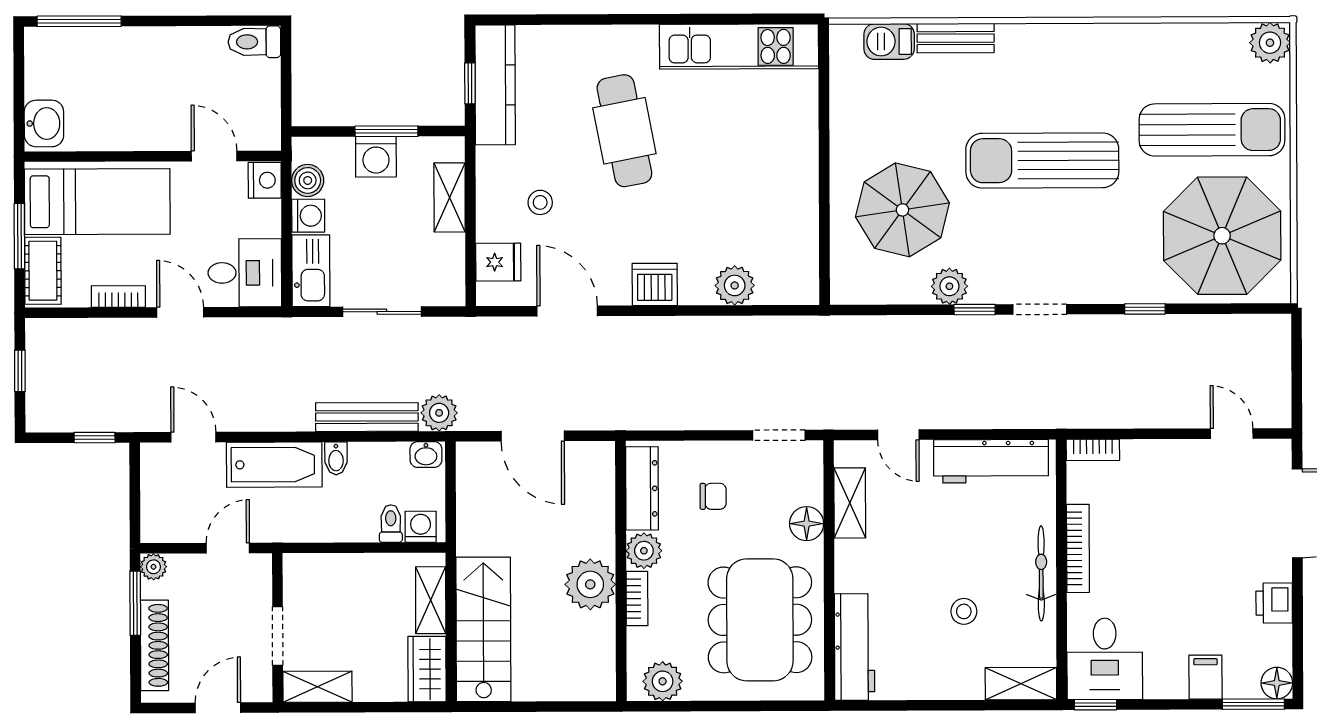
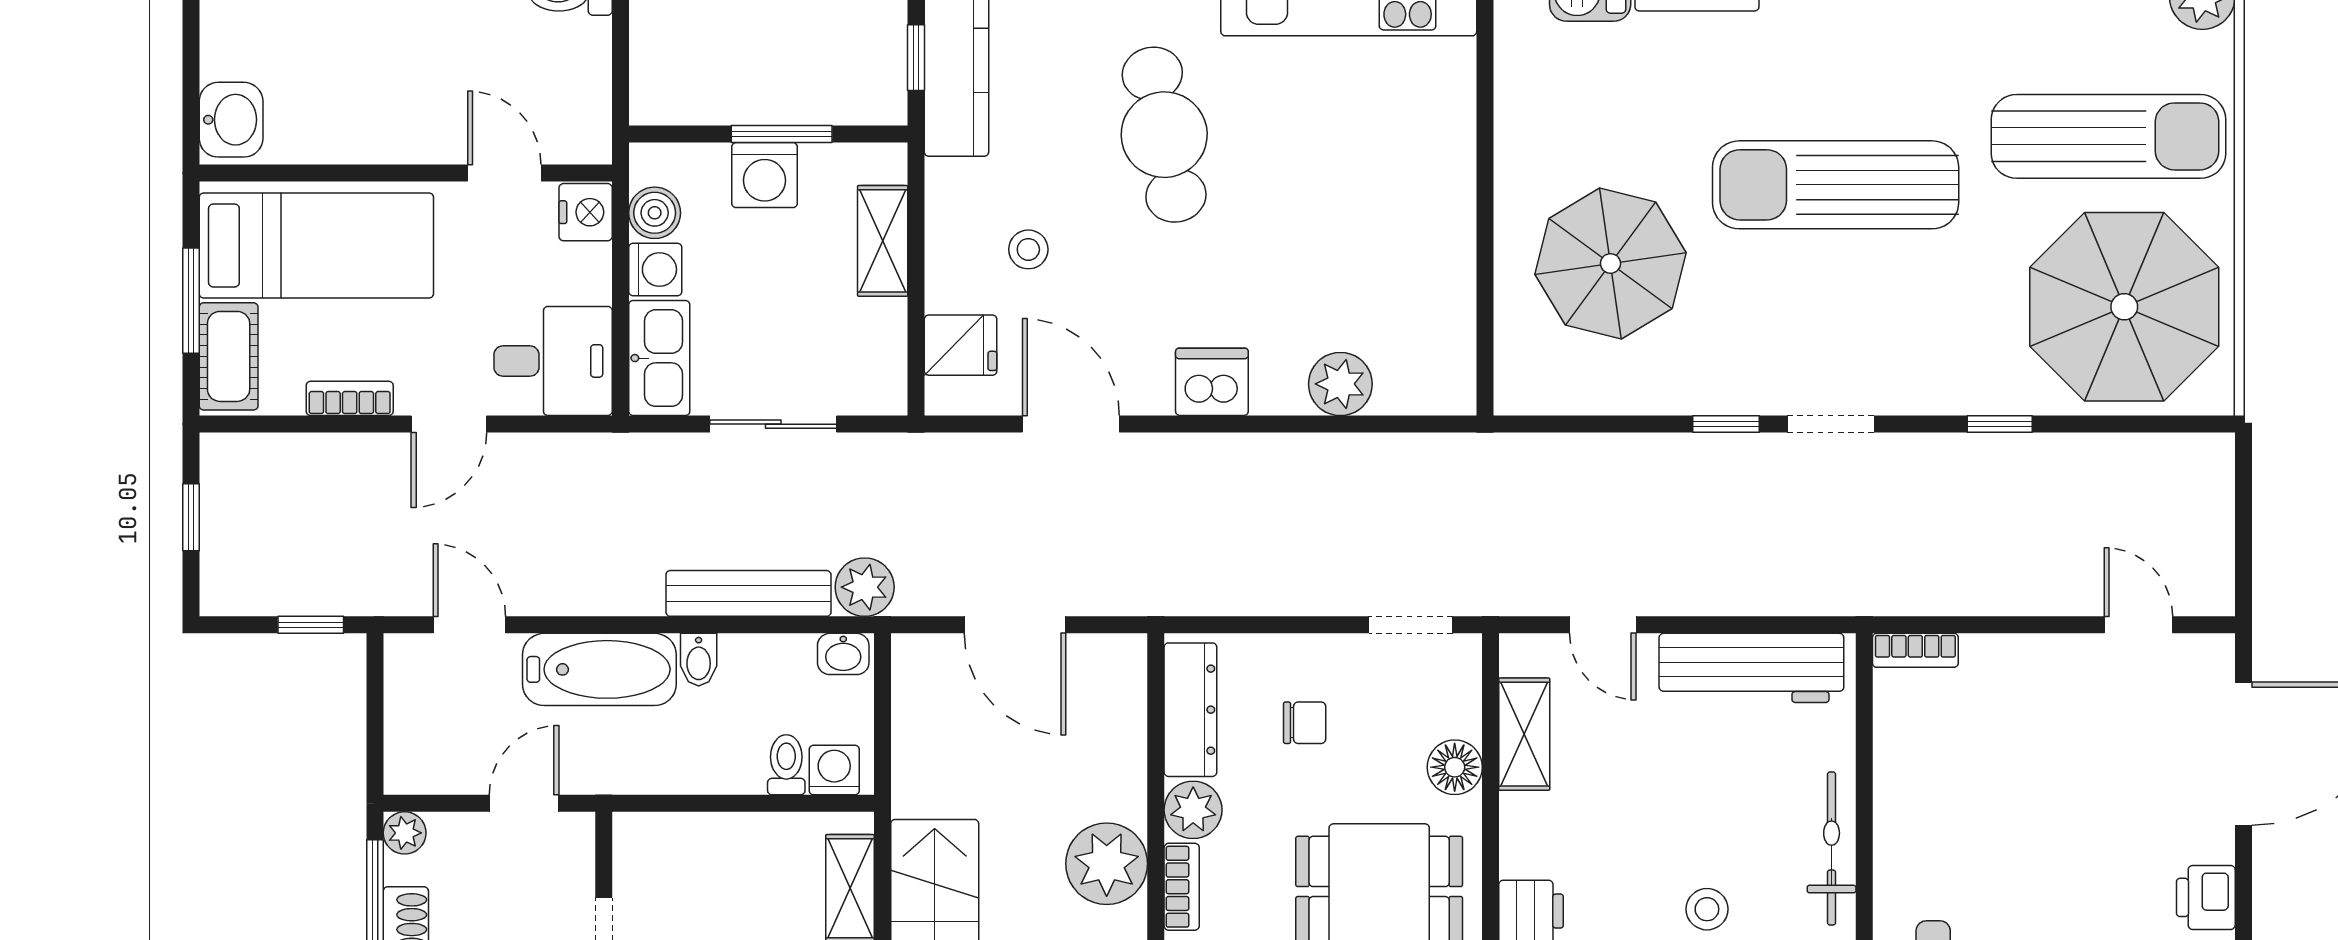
plant: (949, 286) -> (1686, 386), removed
door: (180, 312) -> (449, 424), swing flipped
bookcase: (1078, 548) -> (1891, 809), removed

